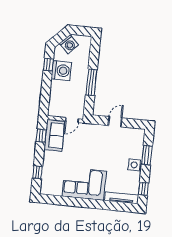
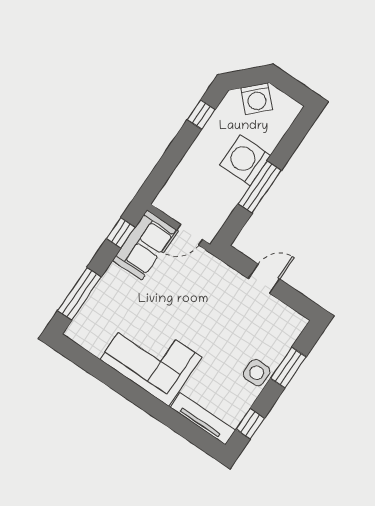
washing machine: (61, 71) -> (245, 160), moved, turned 180
window: (37, 172) -> (79, 294), width x2.17

